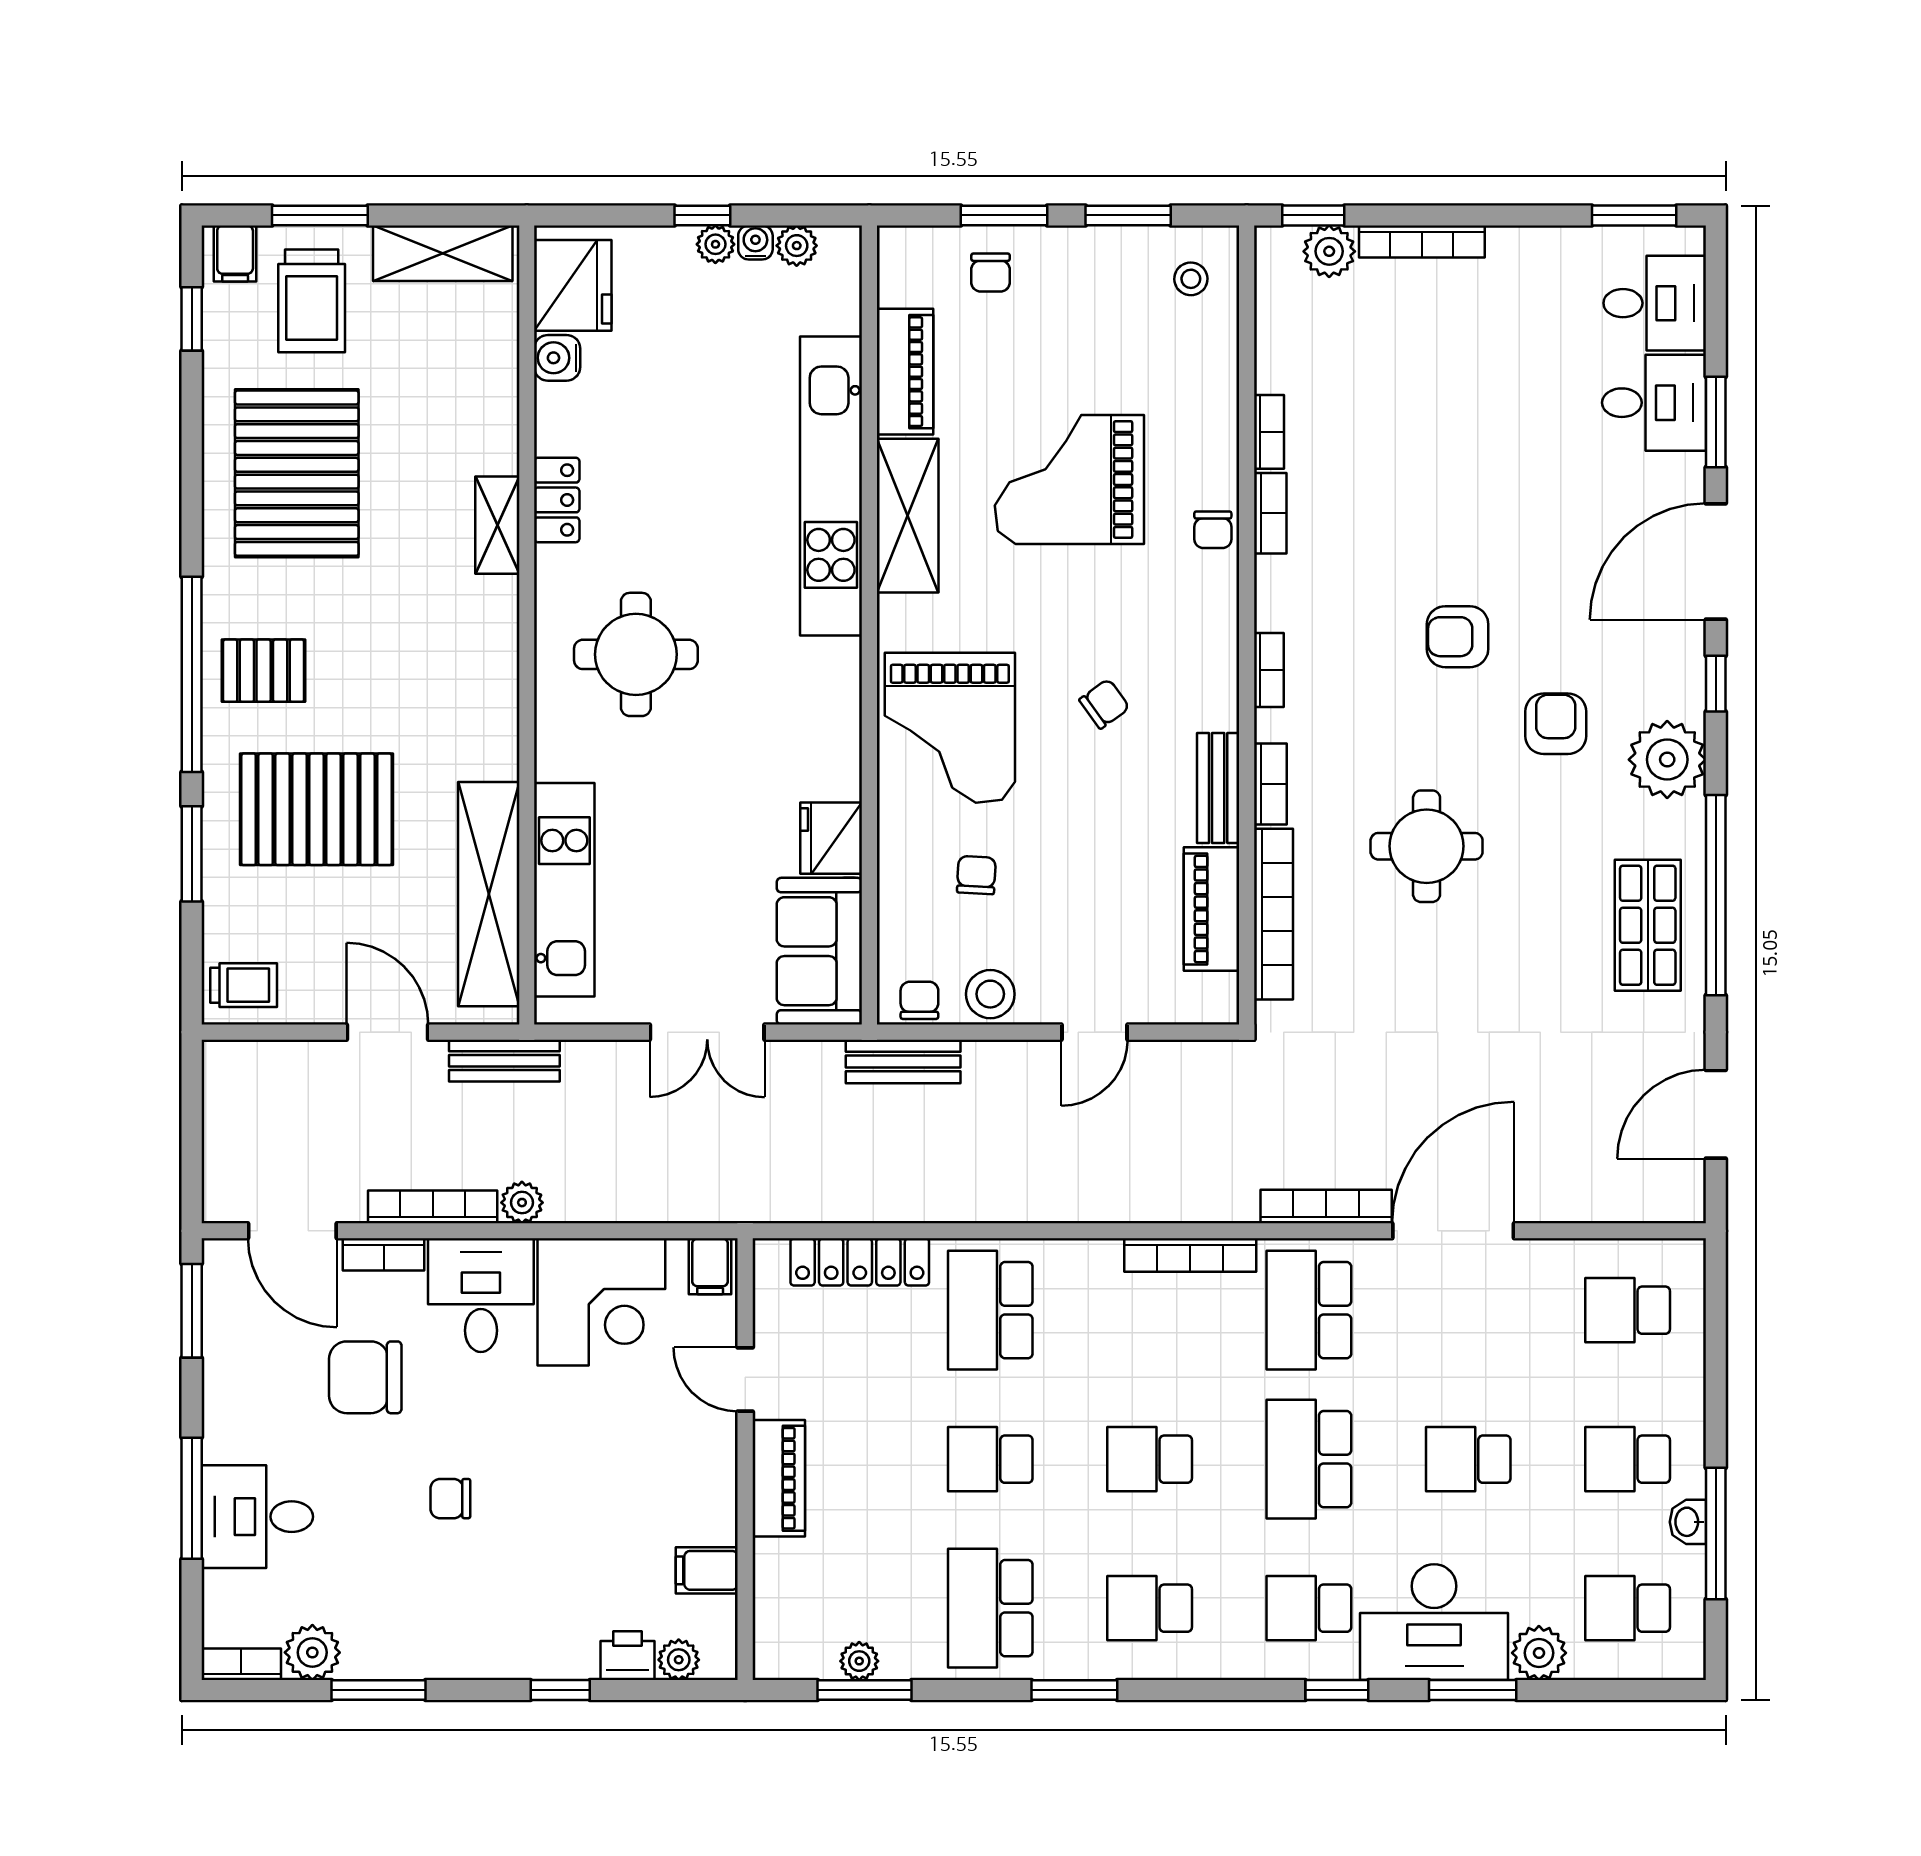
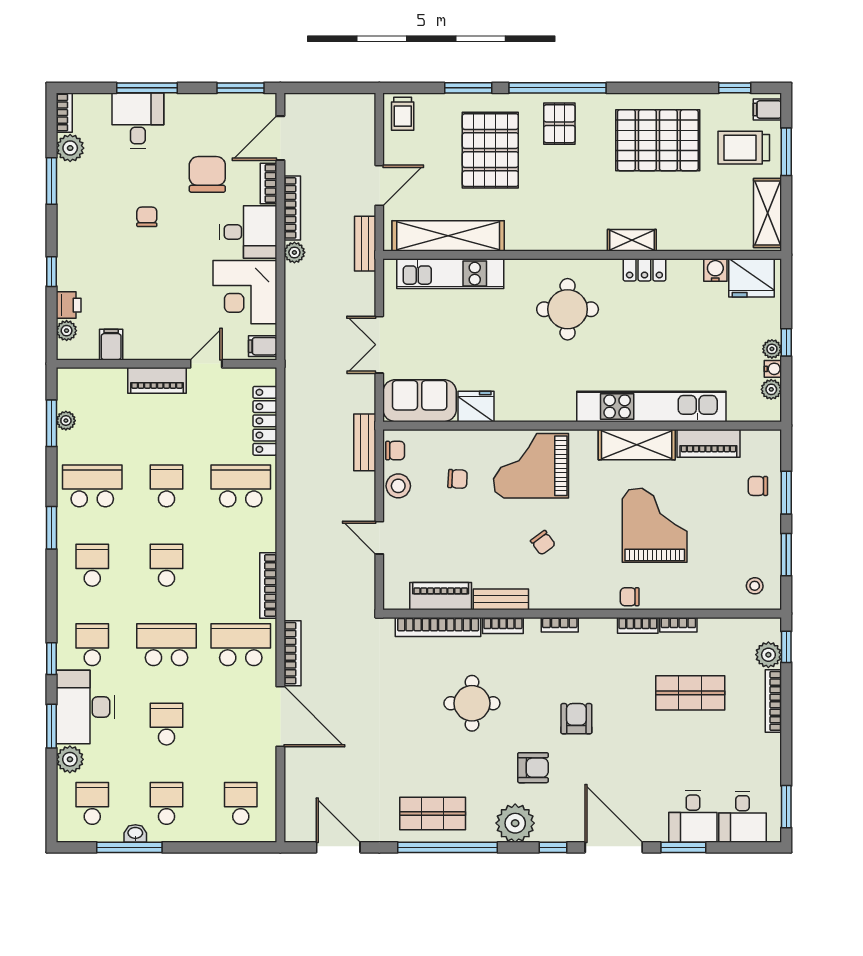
shop shelf: (1406, 408) -> (690, 693), added

